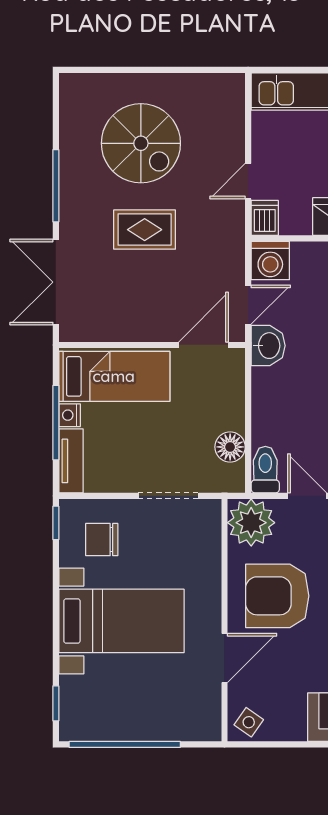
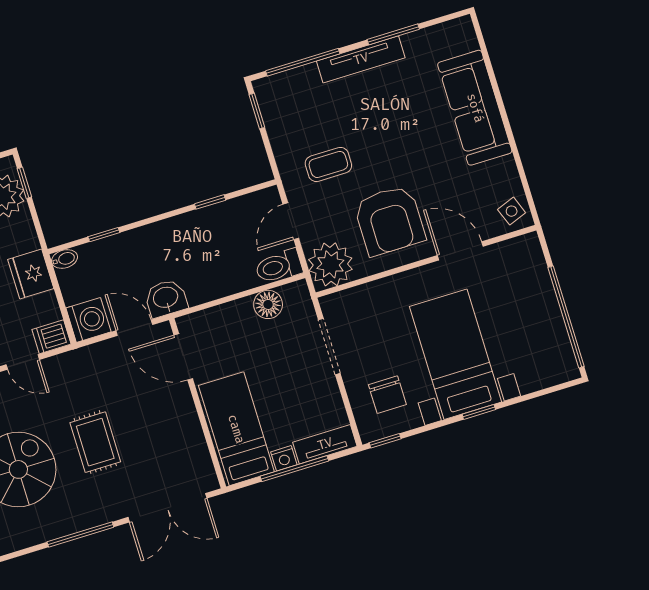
window: (56, 703) -> (479, 412), moved
side table: (249, 722) -> (512, 211), turned 34

